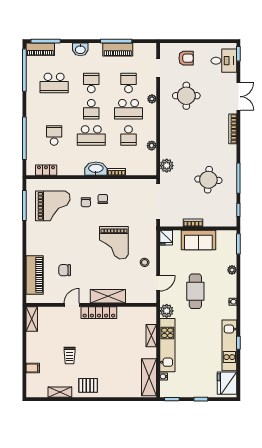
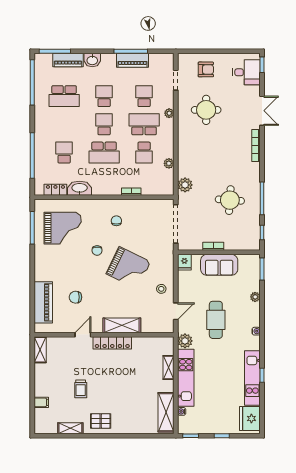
piano: (40, 49) -> (68, 60), moved
school desk: (91, 109) -> (104, 124), turned 180
school desk: (128, 109) -> (144, 124), turned 180
washbasin: (96, 169) -> (80, 188), moved
chair: (86, 202) -> (97, 250), moved
grand piano: (114, 243) -> (128, 268), turned -64

